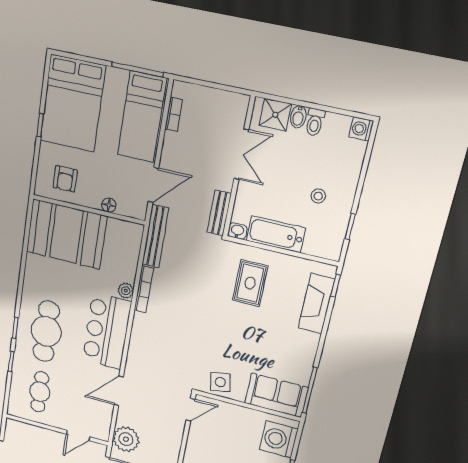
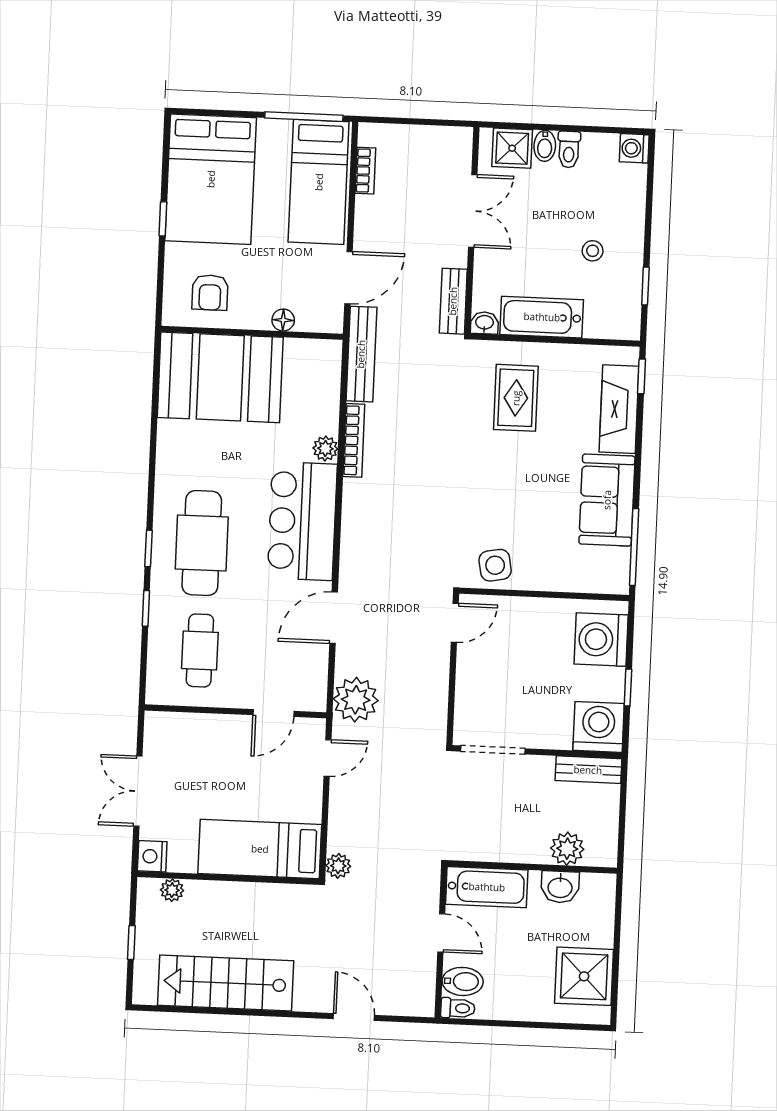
sofa: (276, 395) -> (607, 500), moved, turned -90

